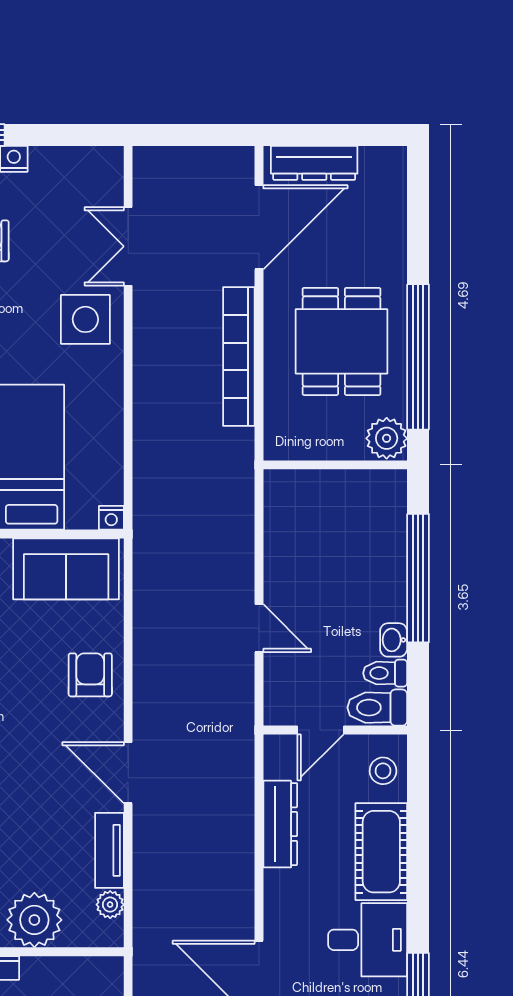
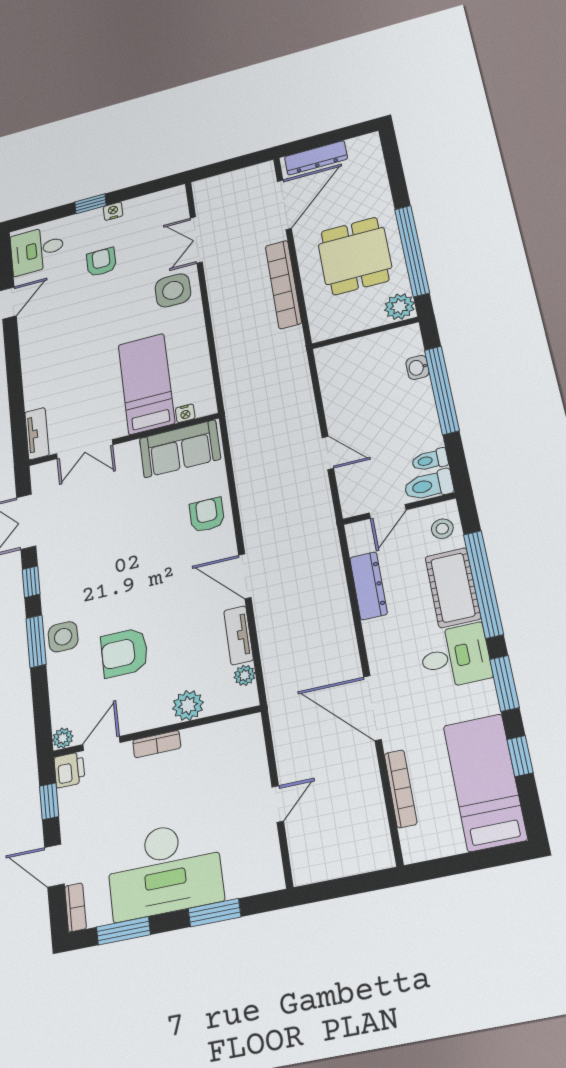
nightstand: (111, 518) -> (185, 413), moved
washbasin: (394, 640) -> (418, 367), moved
window: (418, 856) -> (483, 584), added
plant: (34, 920) -> (188, 705), width x0.73, depth x0.73

